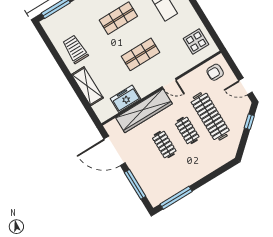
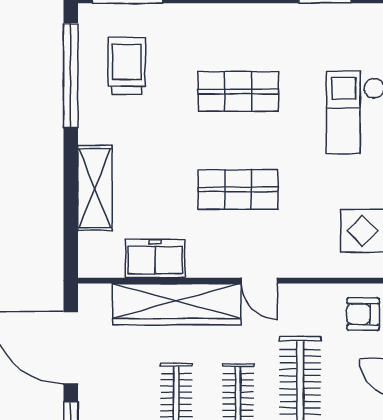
trolley: (75, 49) -> (127, 66), moved
window: (53, 50) -> (71, 76), added

